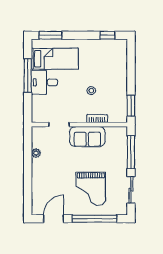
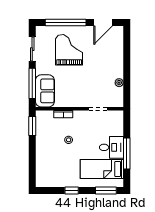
window: (107, 35) -> (72, 190), moved
sofa: (87, 137) -> (45, 91), moved, turned 90

